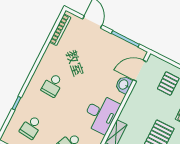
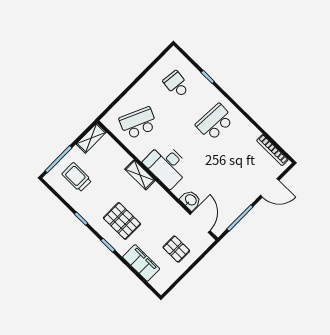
school desk: (52, 85) -> (215, 122), width x1.85

